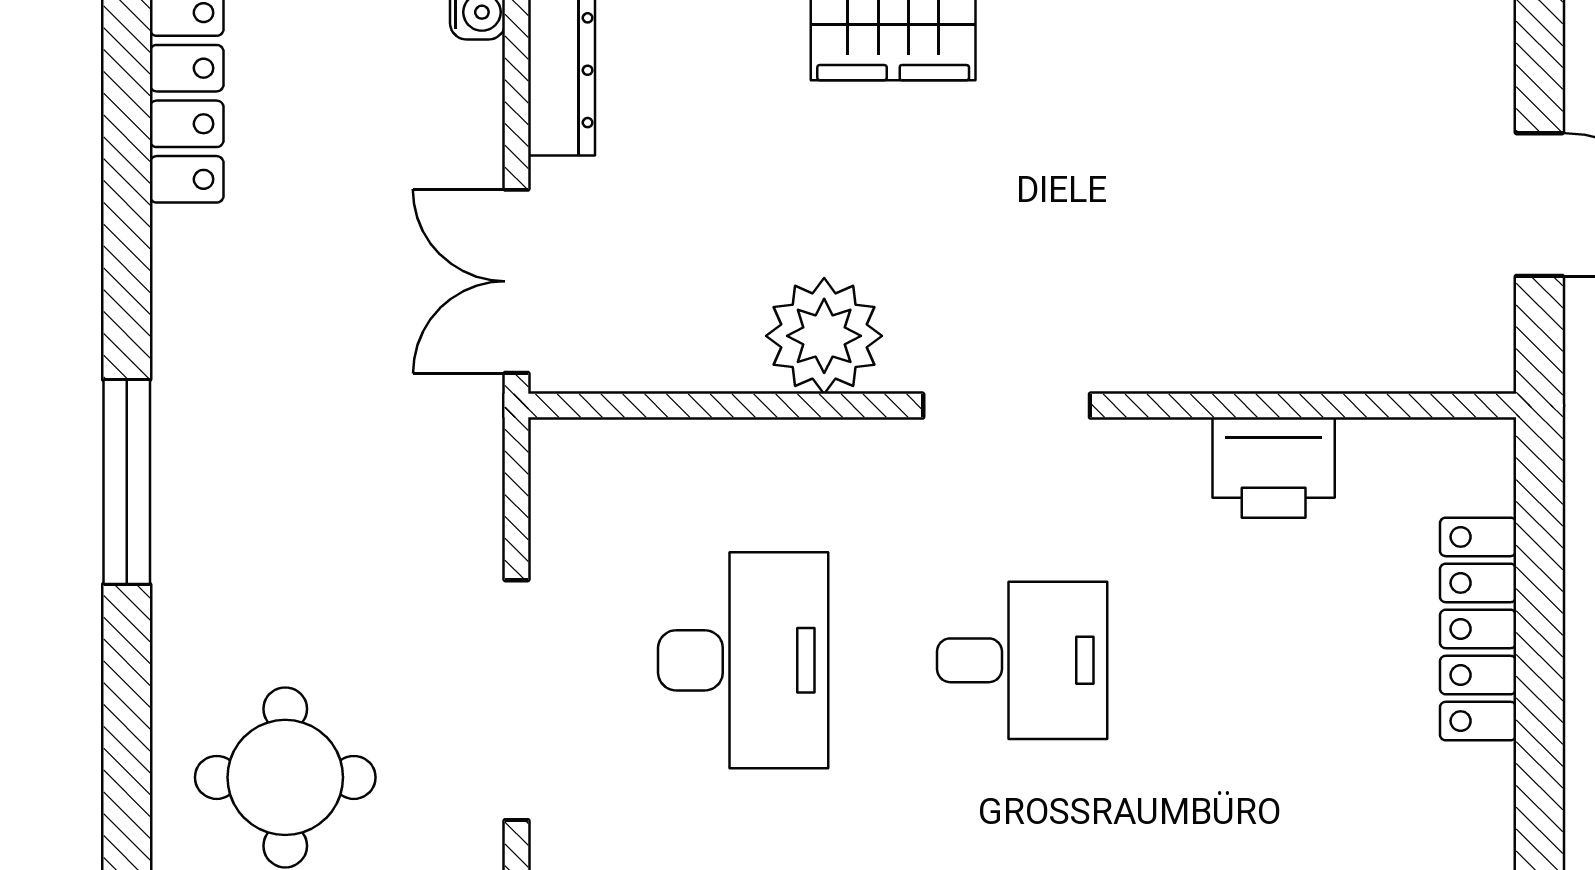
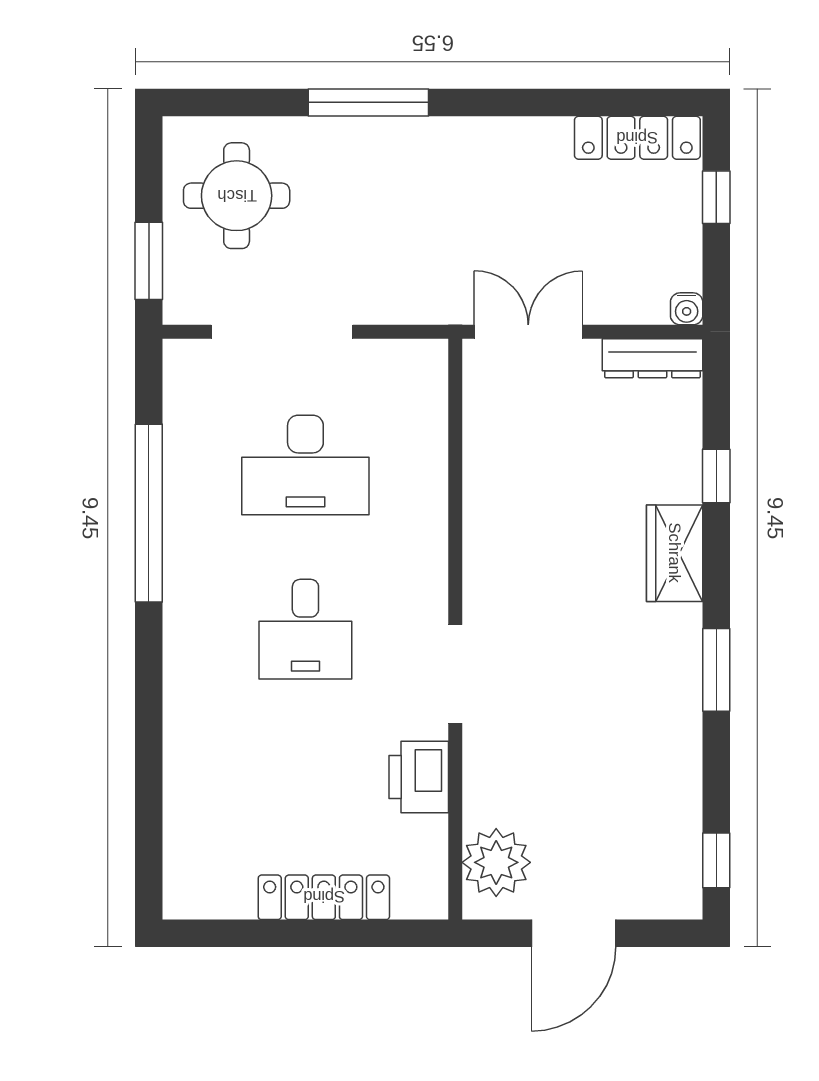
plant: (824, 336) -> (496, 862), moved
doorway: (1007, 406) -> (455, 674), moved
window: (127, 482) -> (368, 102), moved

